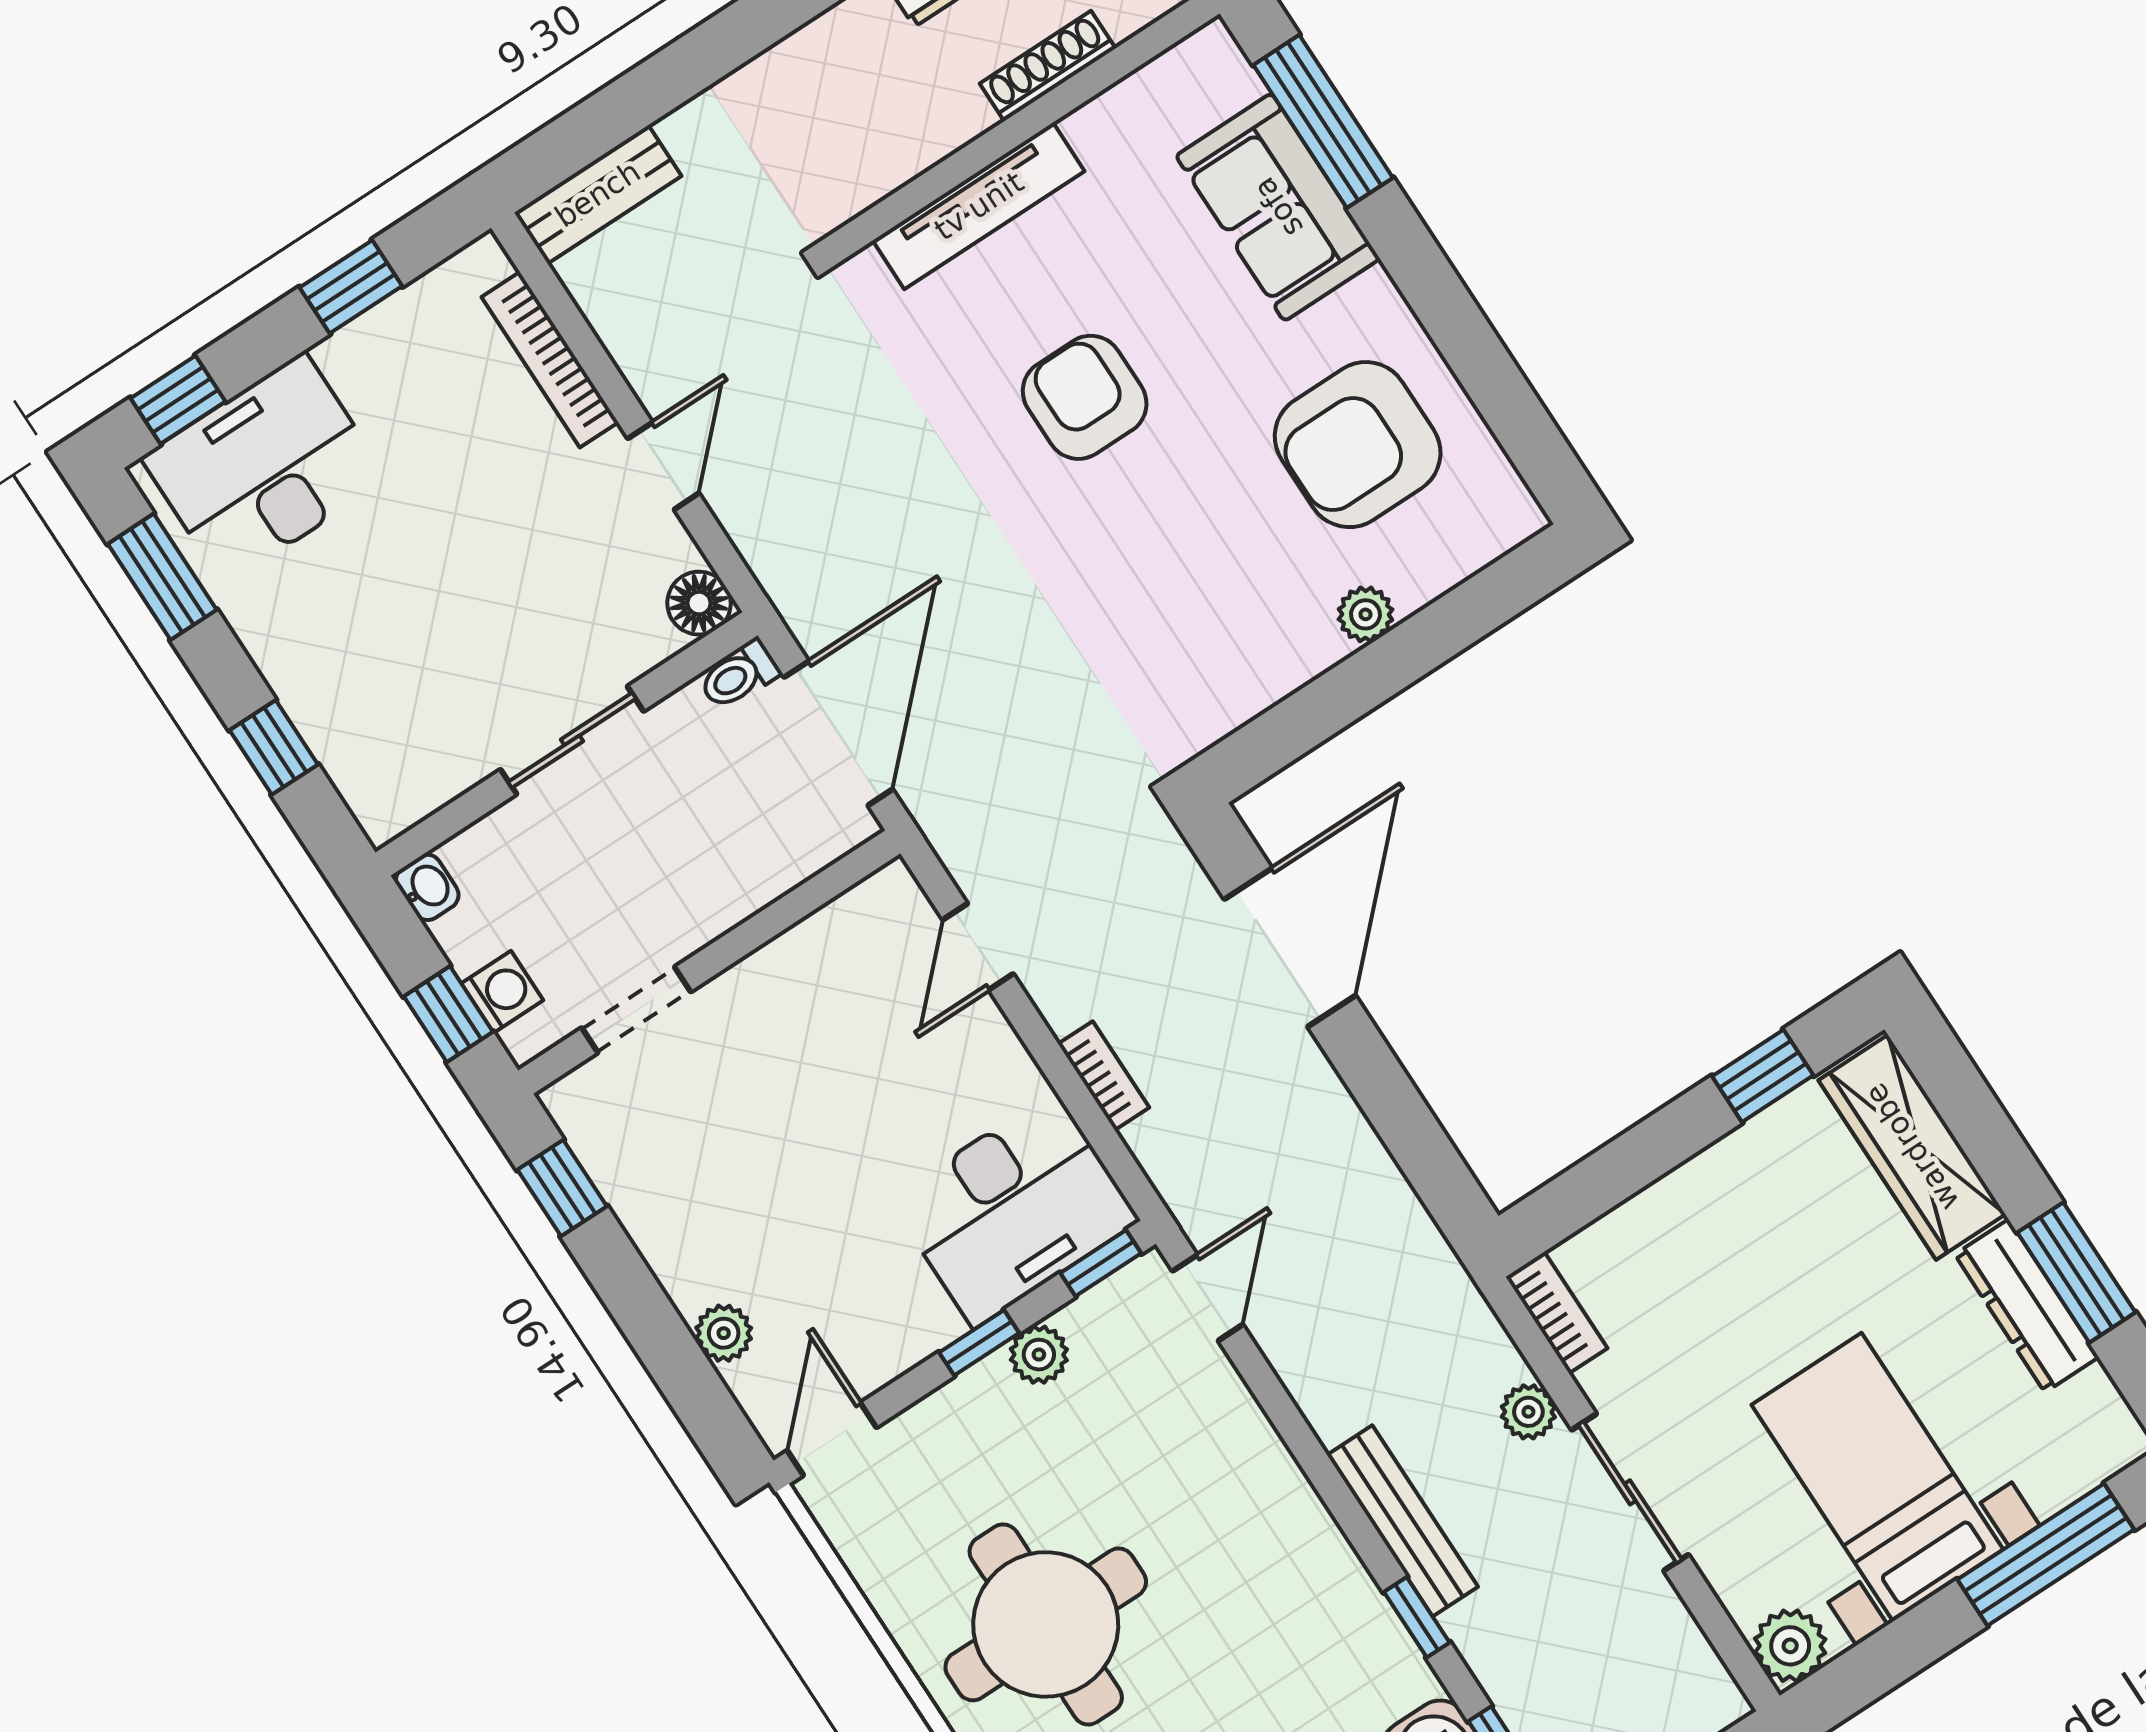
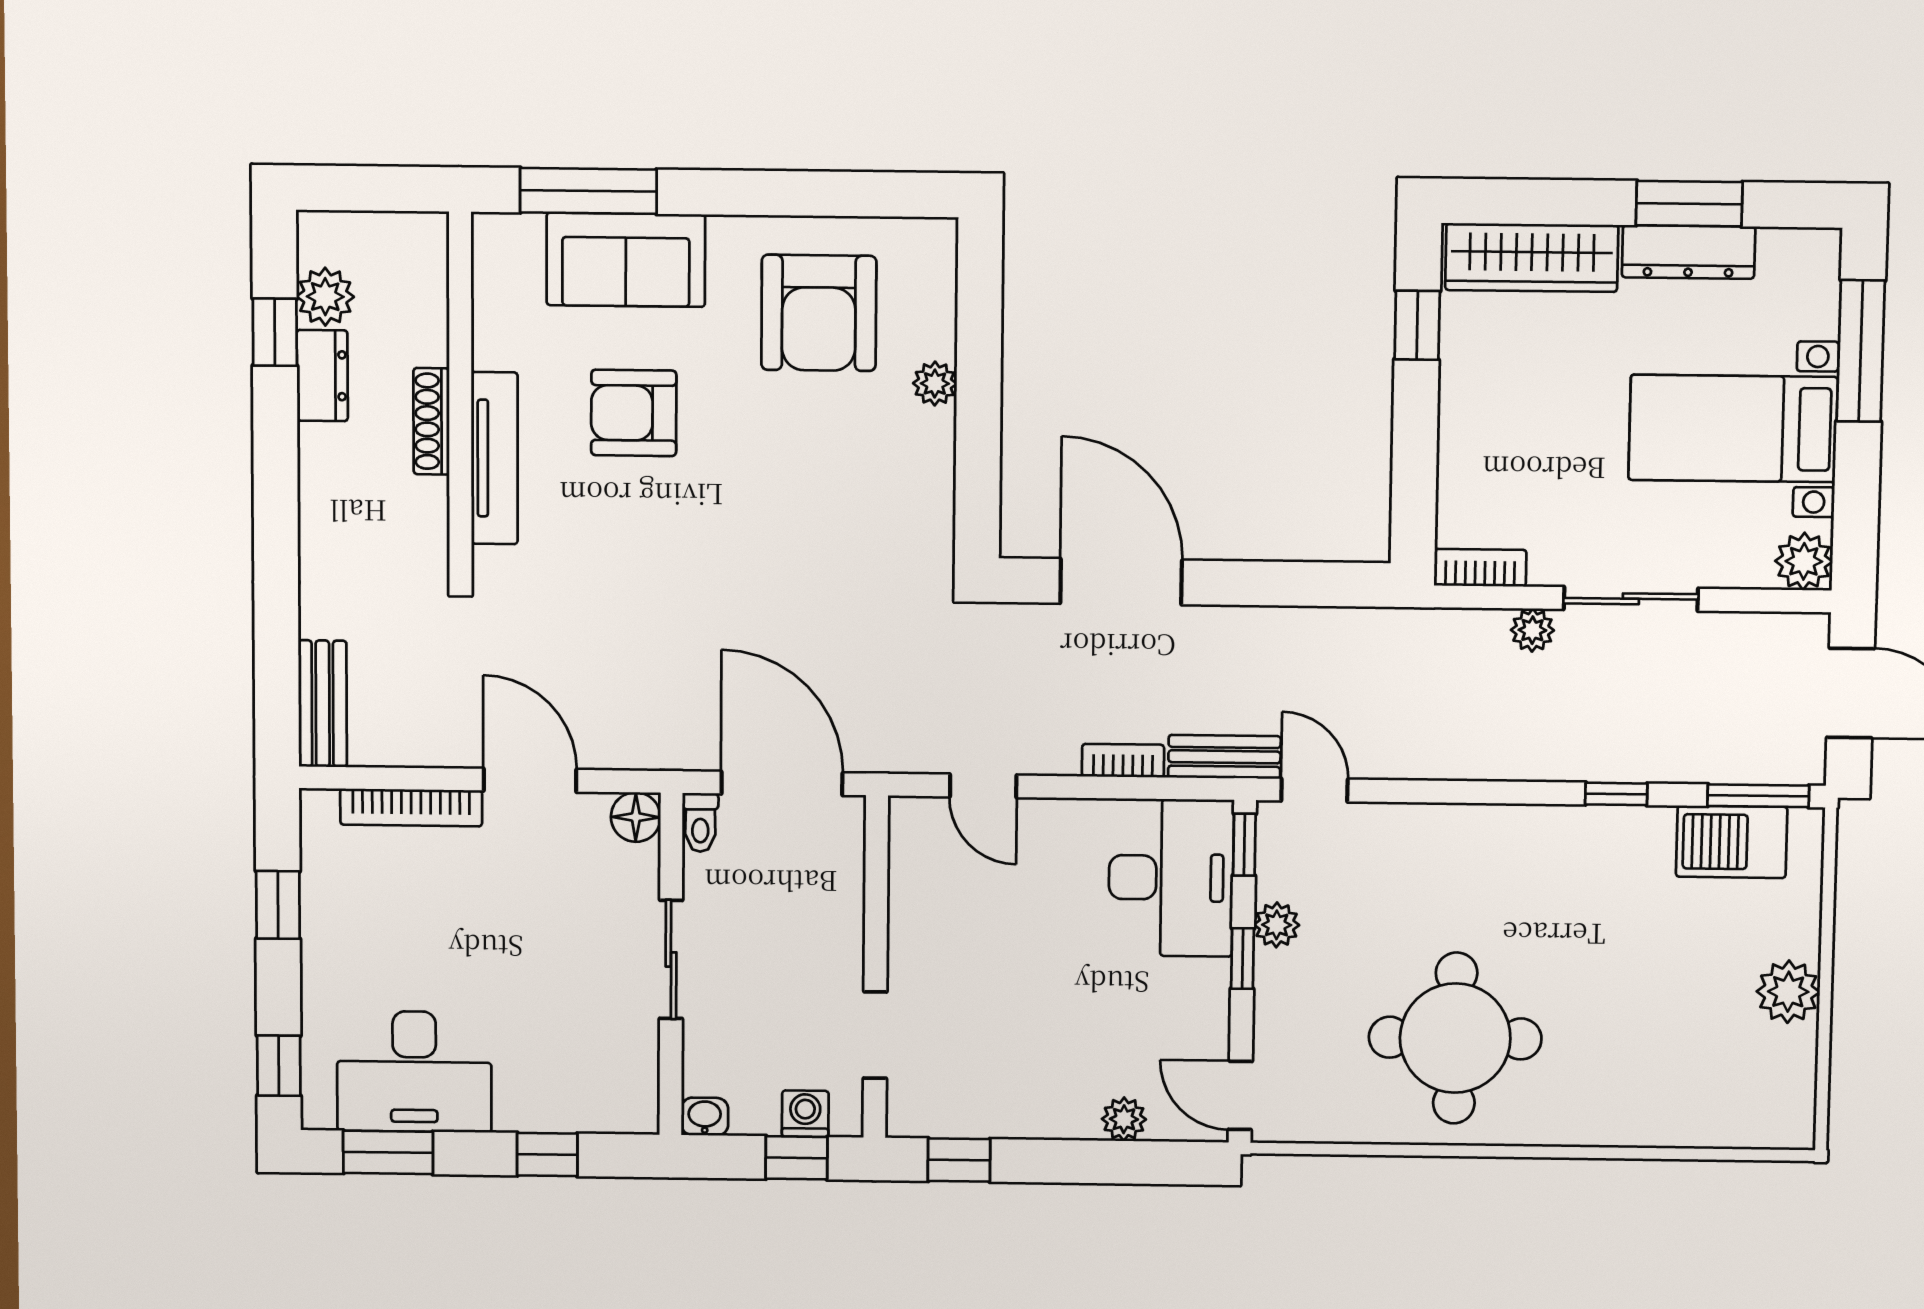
shoe rack: (1048, 66) -> (431, 421), moved
armchair: (1085, 397) -> (634, 413), moved
door: (663, 466) -> (530, 780), width x1.38
desk: (265, 469) -> (414, 1072), moved, turned -90
bench: (1402, 1521) -> (1224, 757), moved, width x0.73

